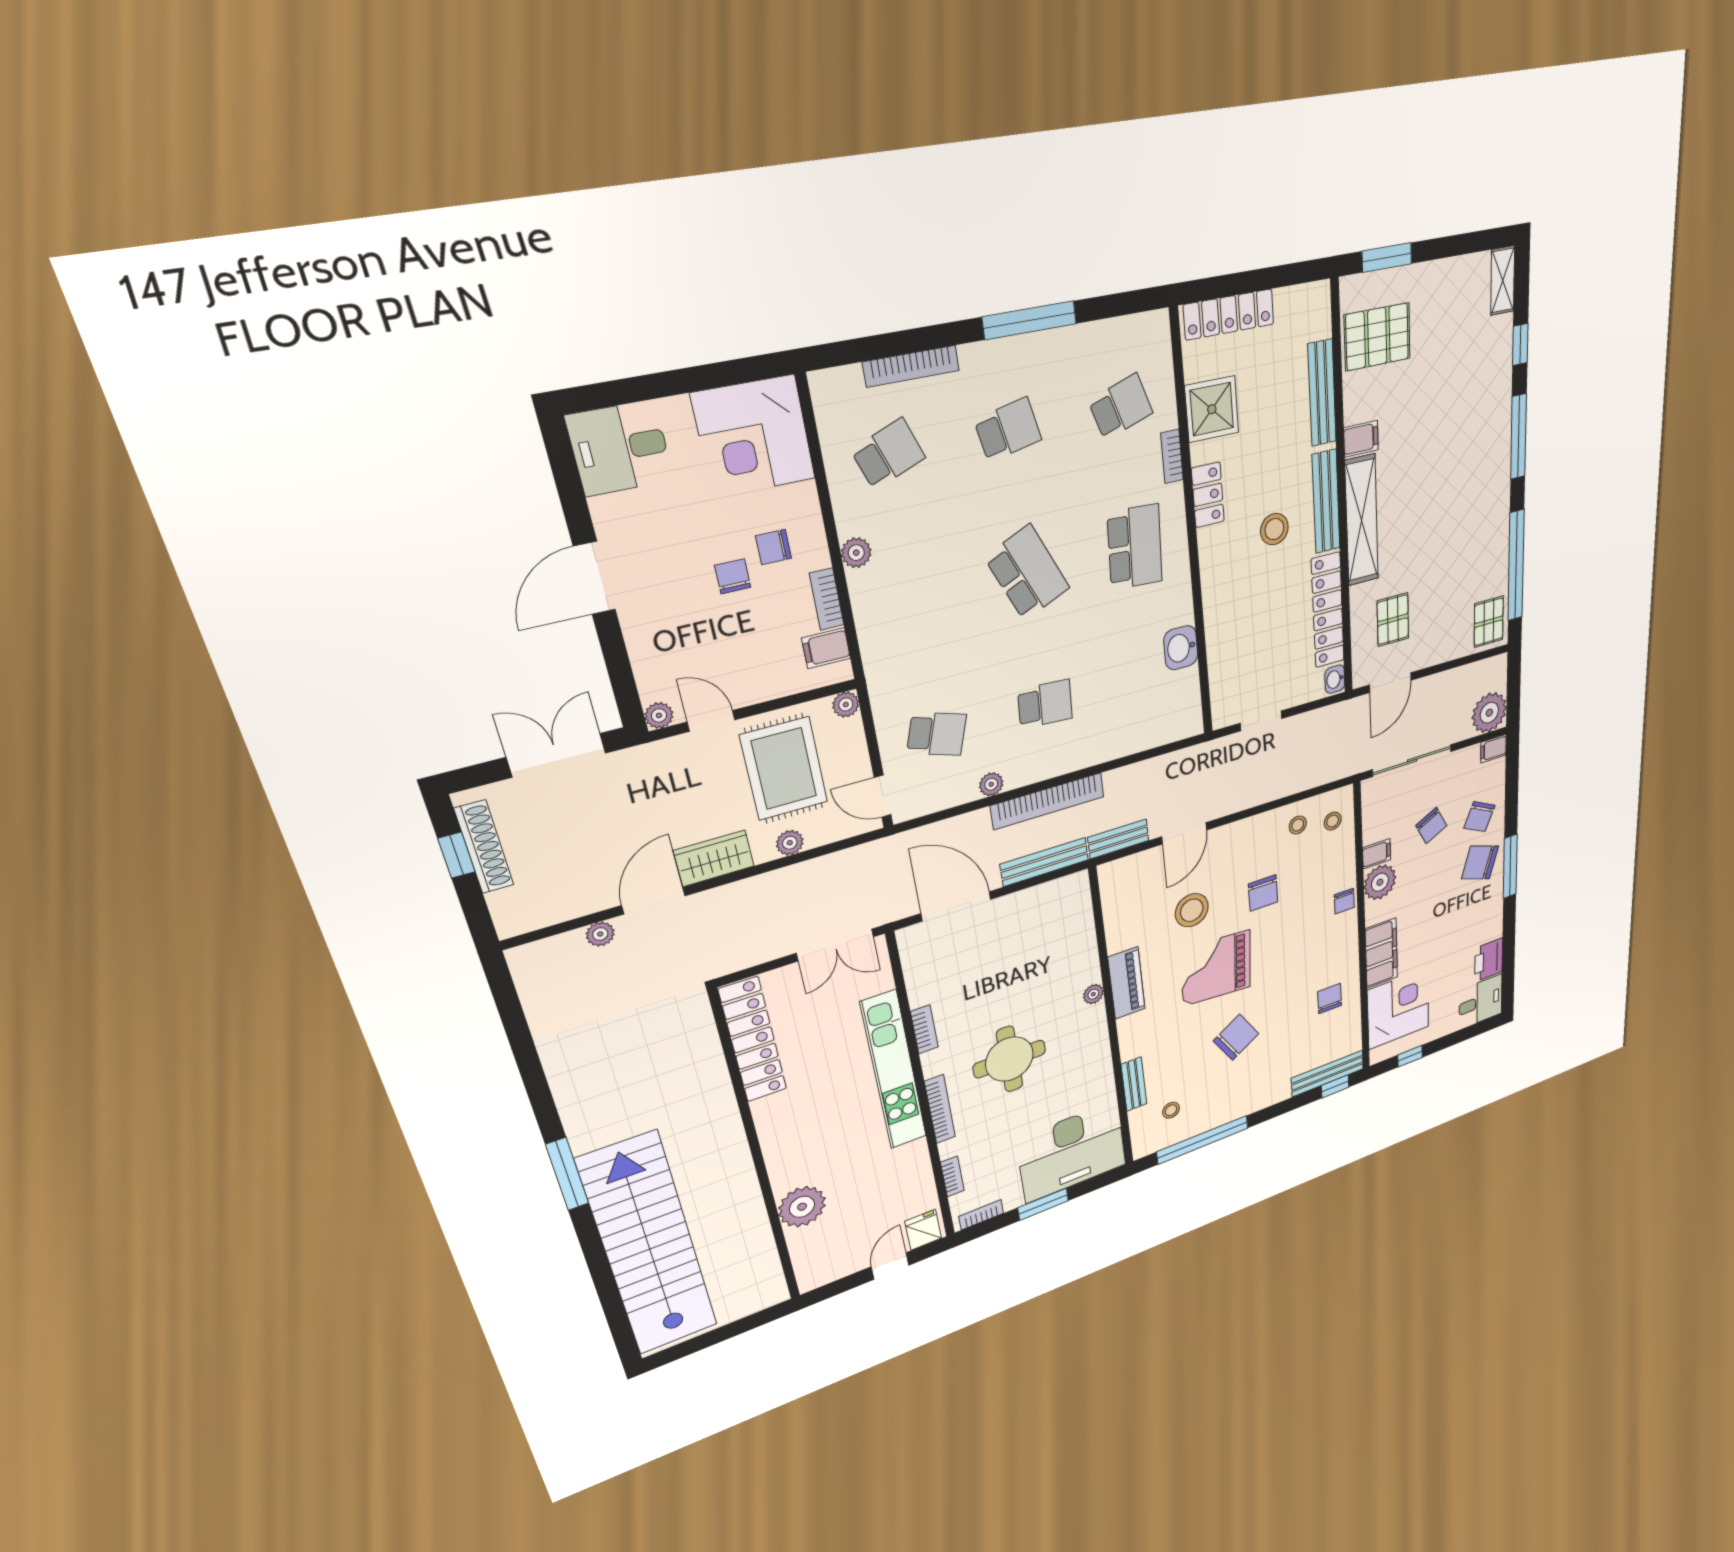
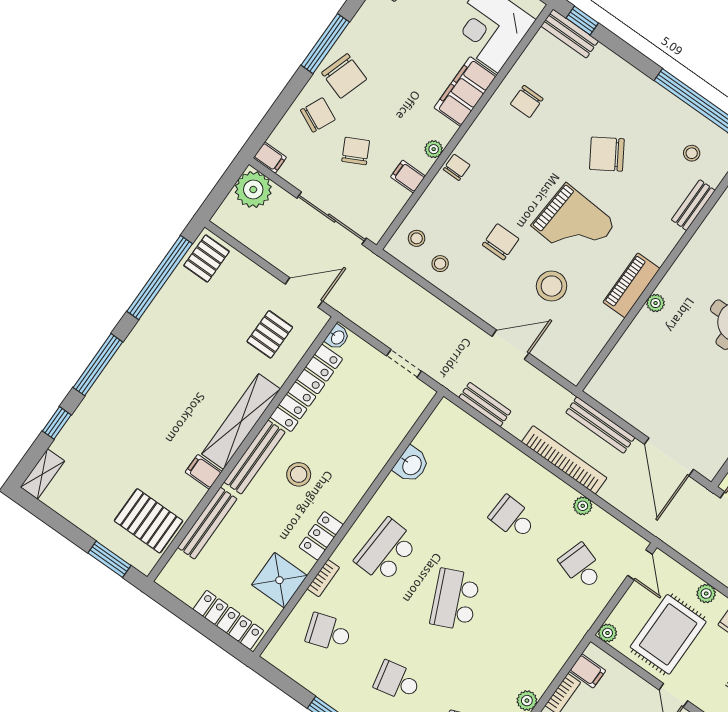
bench: (1118, 839) -> (485, 404), moved
plant: (1380, 882) -> (434, 149), width x0.53, depth x0.53
bench: (1327, 1073) -> (570, 34), width x0.73

